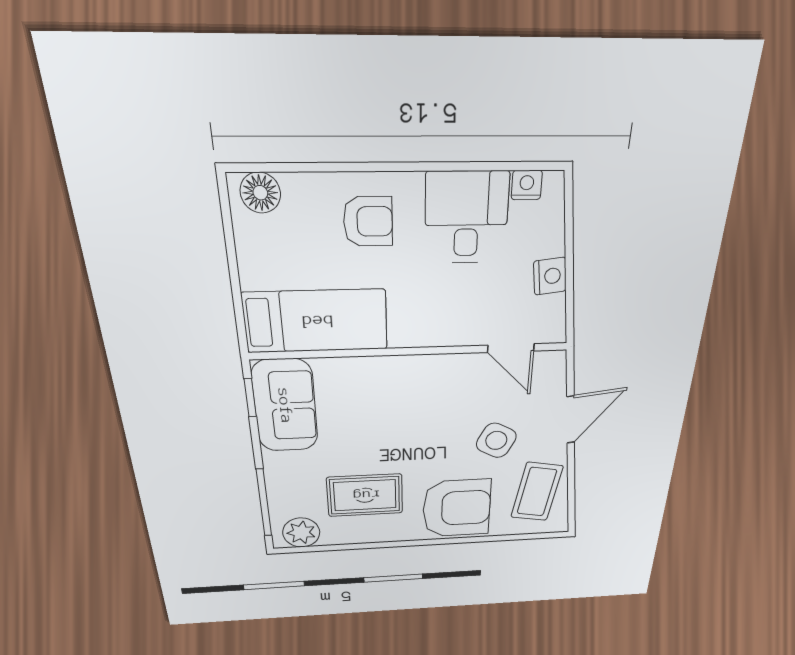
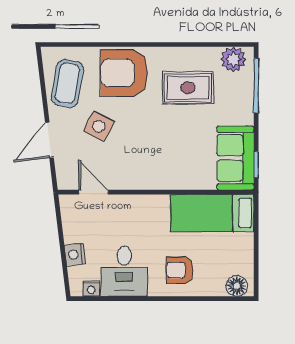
nightstand: (550, 276) -> (75, 255), moved

